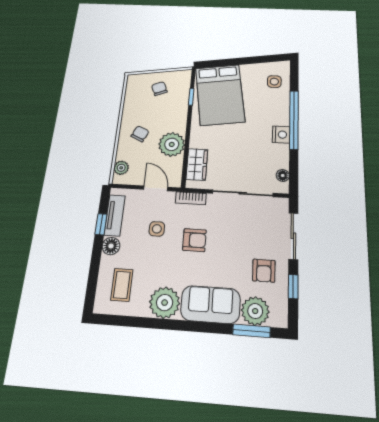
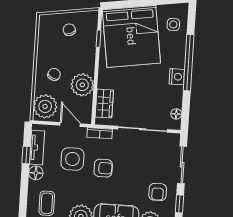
bed: (220, 95) -> (131, 36), width x1.36
plant: (121, 168) -> (45, 106), width x1.87, depth x1.87
side table: (157, 229) -> (72, 159), width x1.87, depth x1.87

